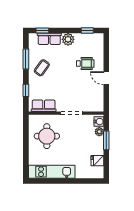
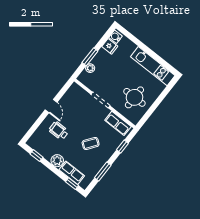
coffee table: (42, 68) -> (91, 143), moved
water cooler: (99, 122) -> (115, 37), moved

